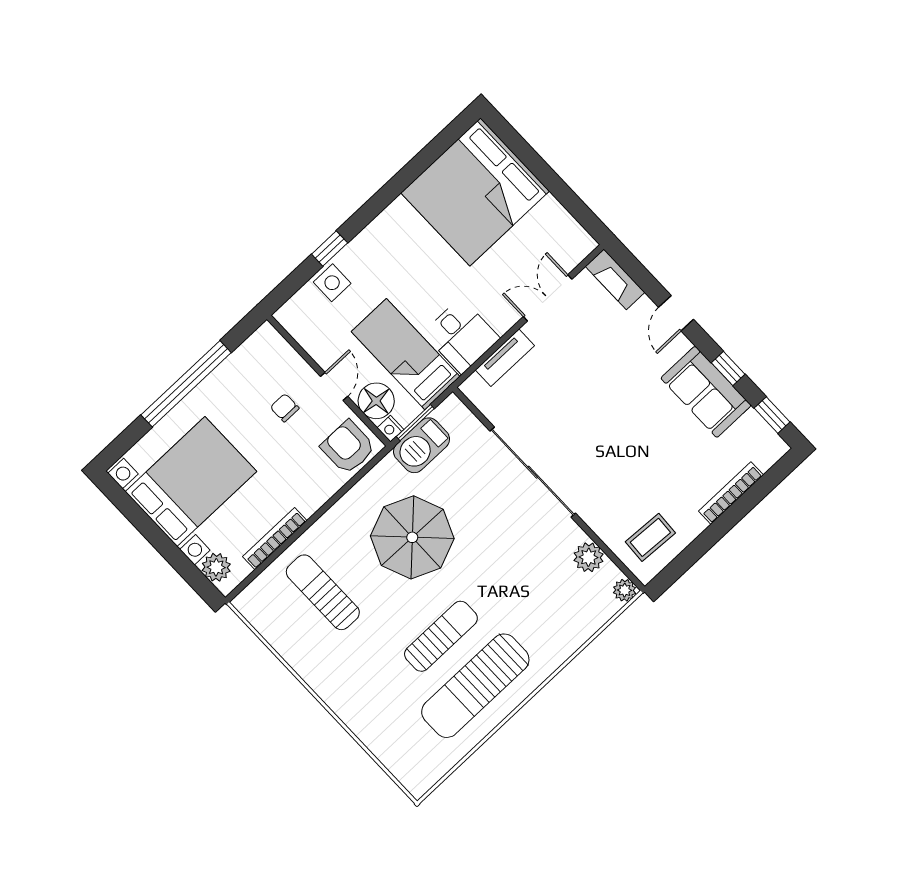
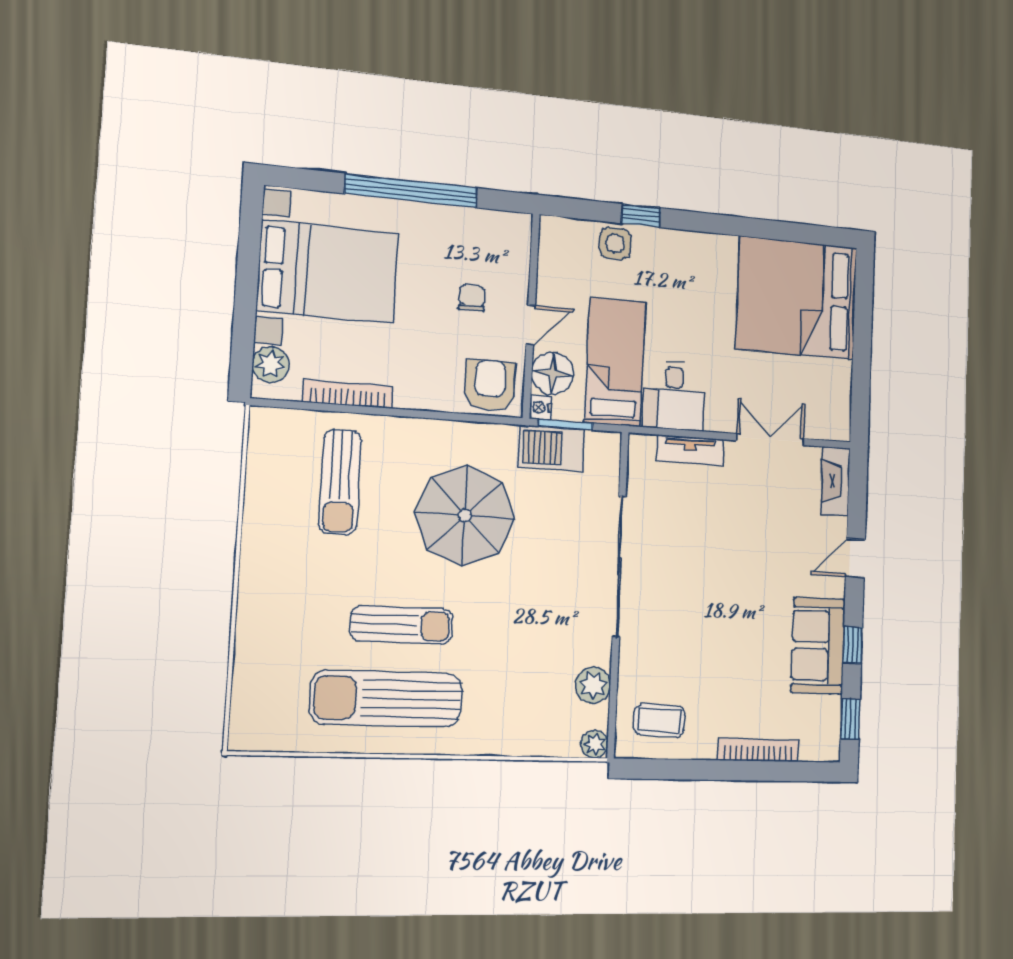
sun lounger: (323, 592) -> (340, 482), turned 180

